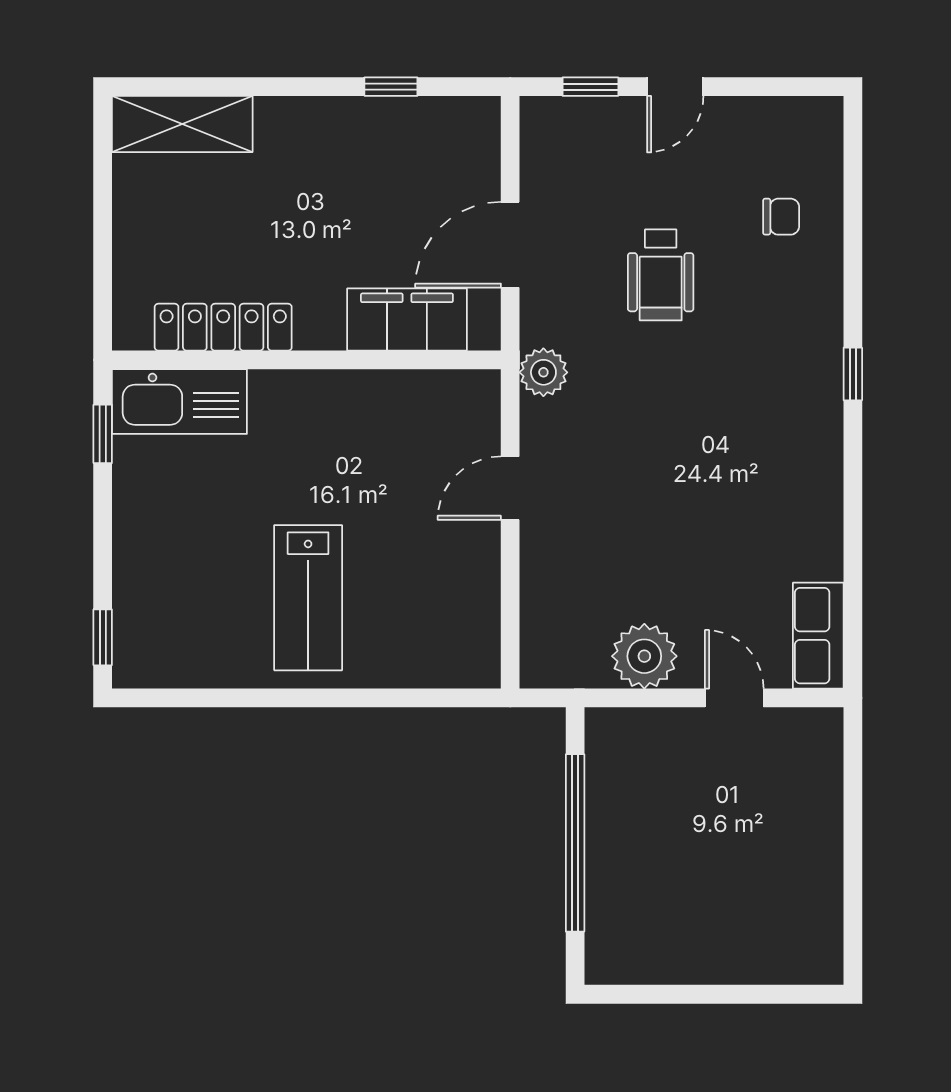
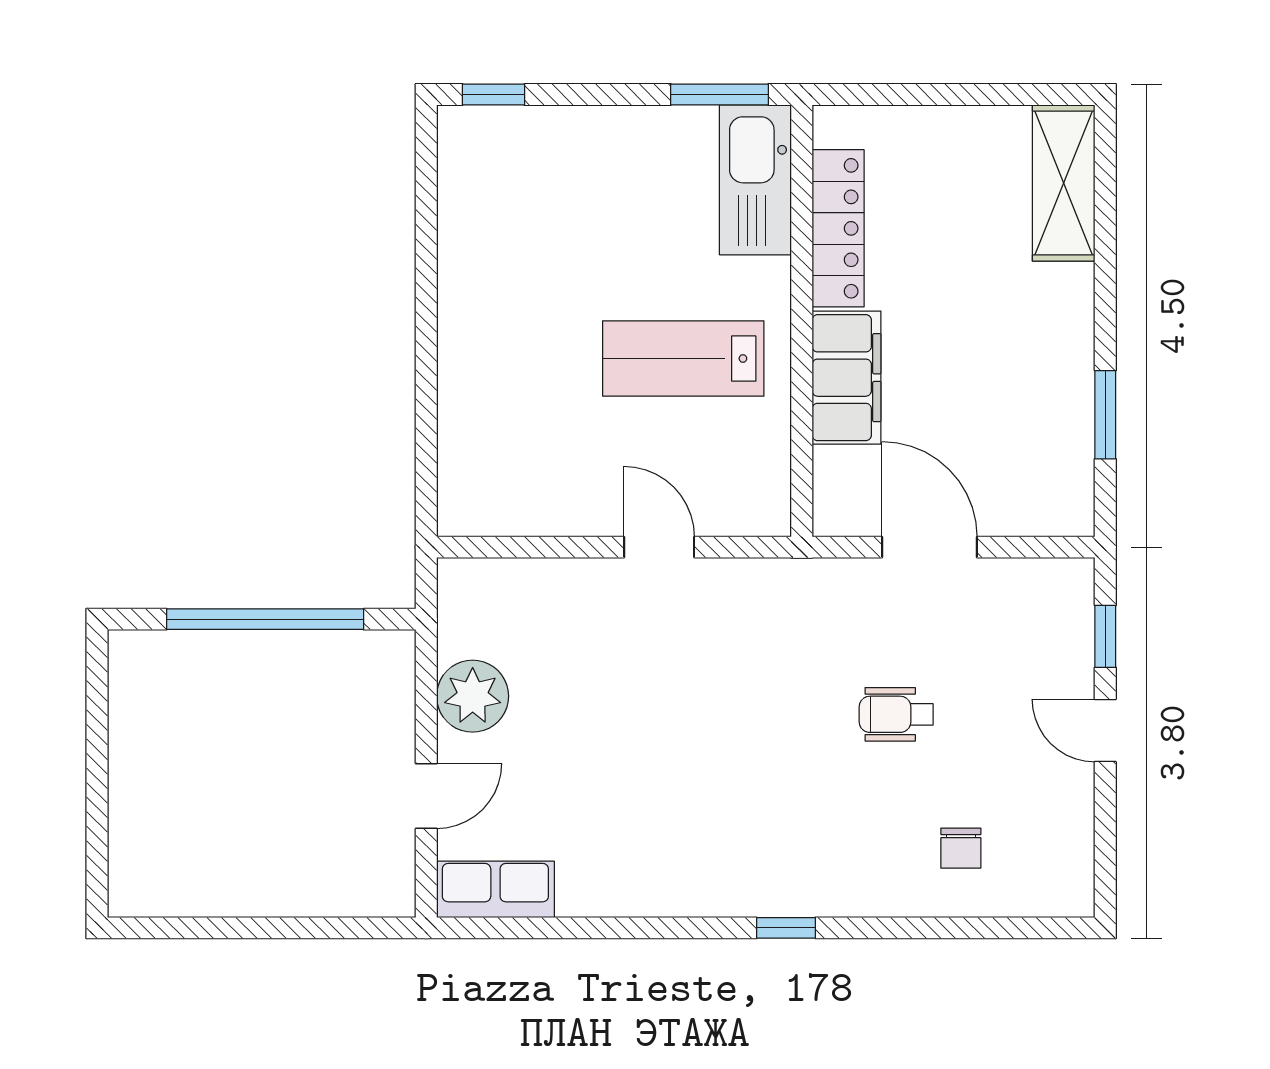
window: (391, 87) -> (1105, 415), width x1.50
wheelchair: (661, 275) -> (896, 714), width x0.73, depth x0.73
filing cabinet: (407, 320) -> (847, 378), moved
plant: (543, 372) -> (788, 584), removed
window: (103, 434) -> (719, 95), width x1.50
lab bench: (308, 598) -> (683, 359), moved

